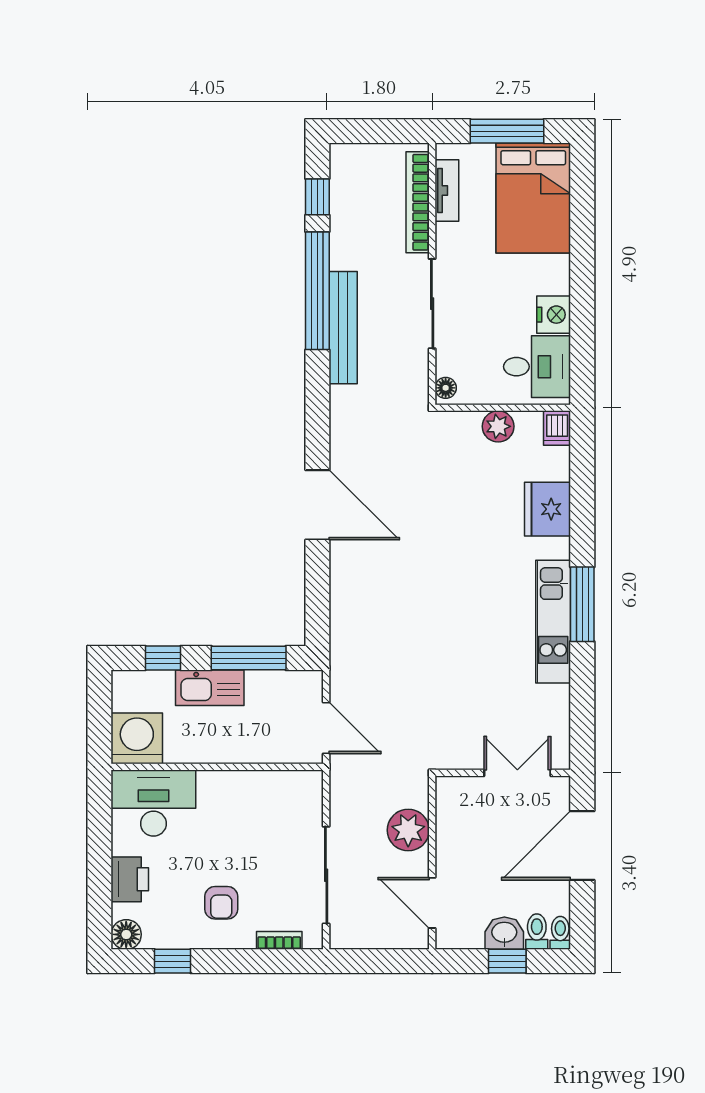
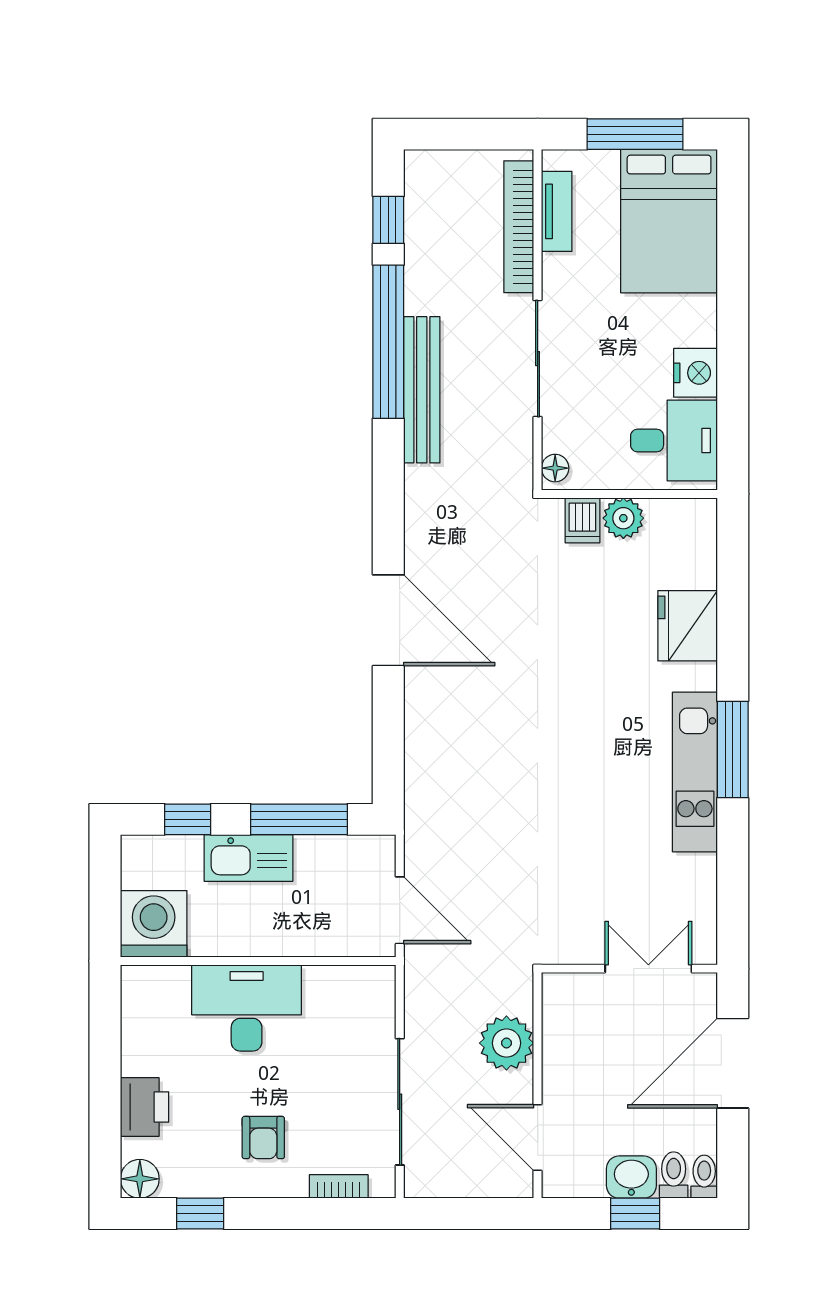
dishwasher: (557, 428) -> (582, 520), moved
desk: (153, 803) -> (247, 1008), moved

